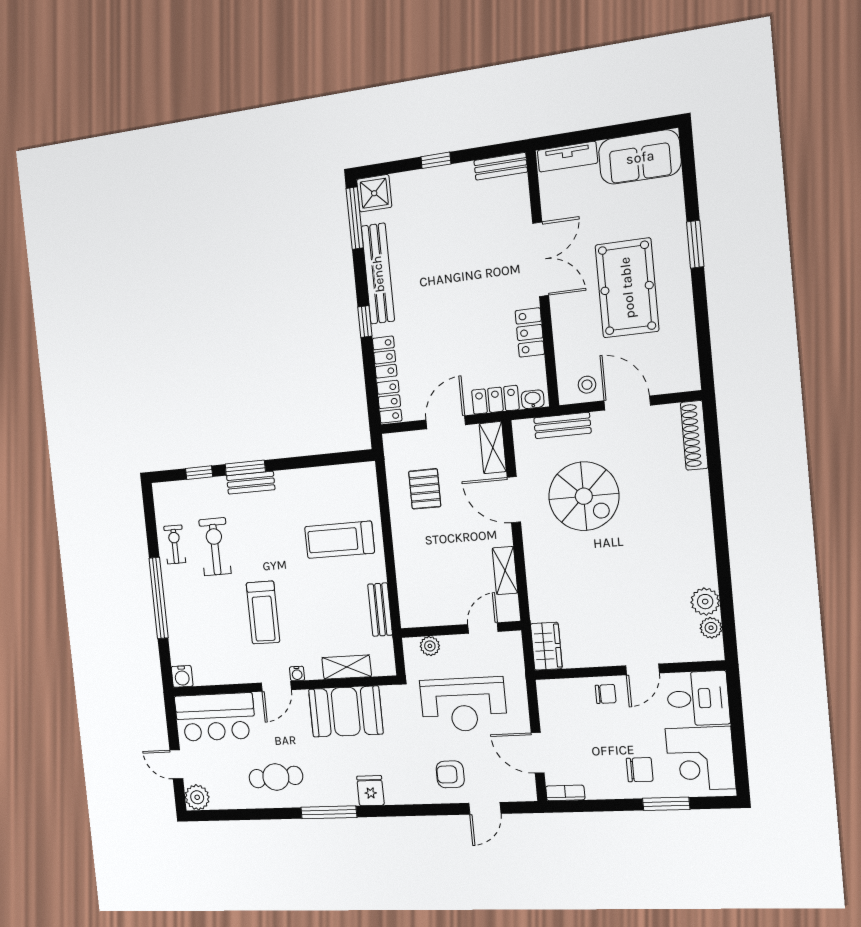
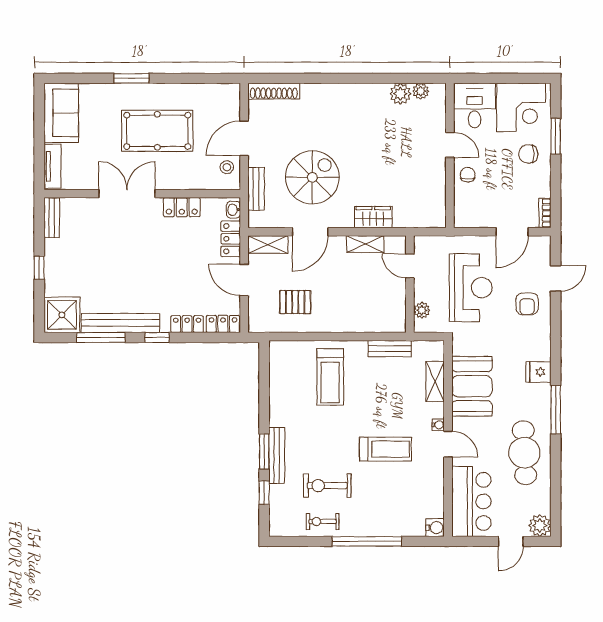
shower: (374, 193) -> (62, 315), width x1.36, depth x1.36
window: (355, 218) -> (101, 338), moved
bench: (251, 483) -> (277, 456), width x1.36
wardrobe: (546, 646) -> (373, 217), moved
chair: (640, 770) -> (528, 154), turned -90
cafe table: (276, 777) -> (524, 453), width x1.37, depth x1.35
door: (485, 808) -> (556, 278), hinge flipped

